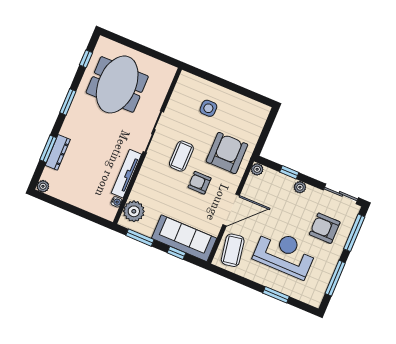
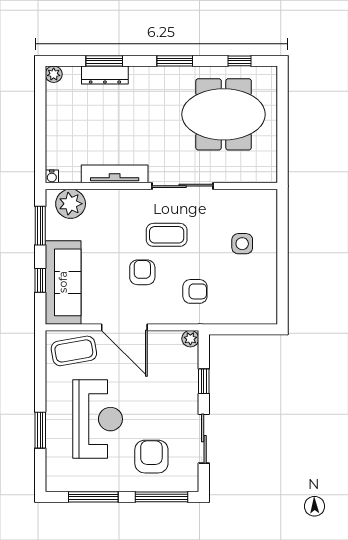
armchair: (227, 153) -> (195, 291), width x0.53, depth x0.53
plant: (300, 187) -> (191, 403), removed
sliding door: (341, 194) -> (204, 439), moved
water cooler: (116, 202) -> (52, 176), moved

